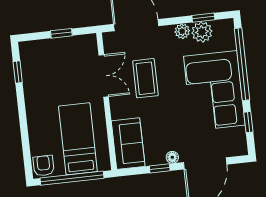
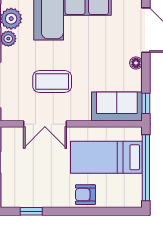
double door: (104, 76) -> (45, 124), swing flipped
armchair: (44, 166) -> (85, 195), moved
window: (160, 168) -> (146, 103), moved

